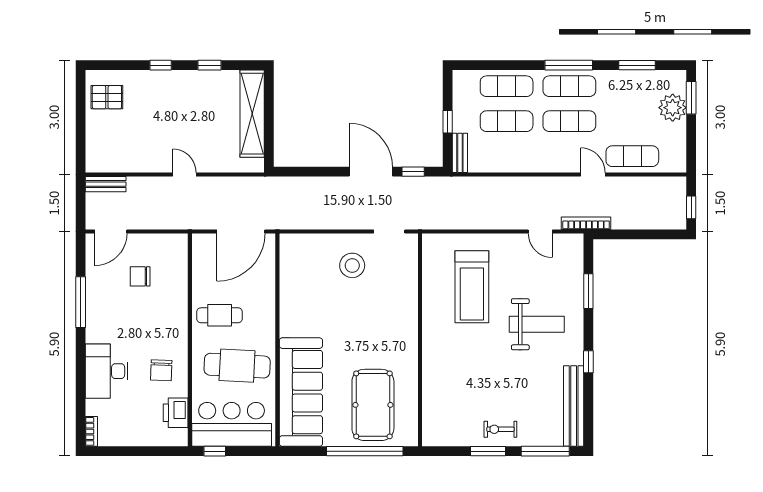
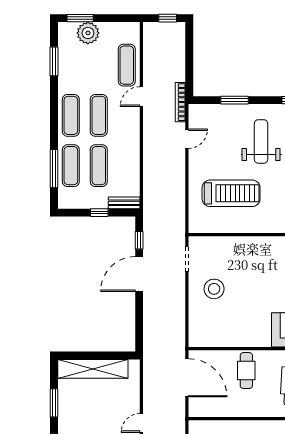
window: (210, 65) -> (54, 403), width x1.50
window: (569, 65) -> (54, 169), moved
cafe table: (220, 315) -> (246, 371), moved

